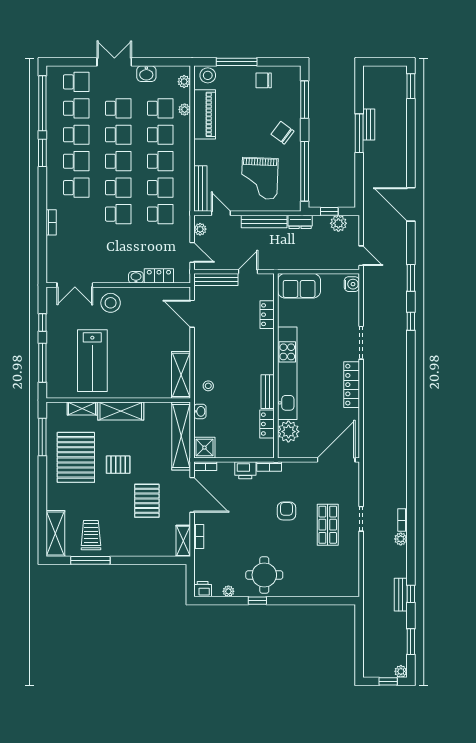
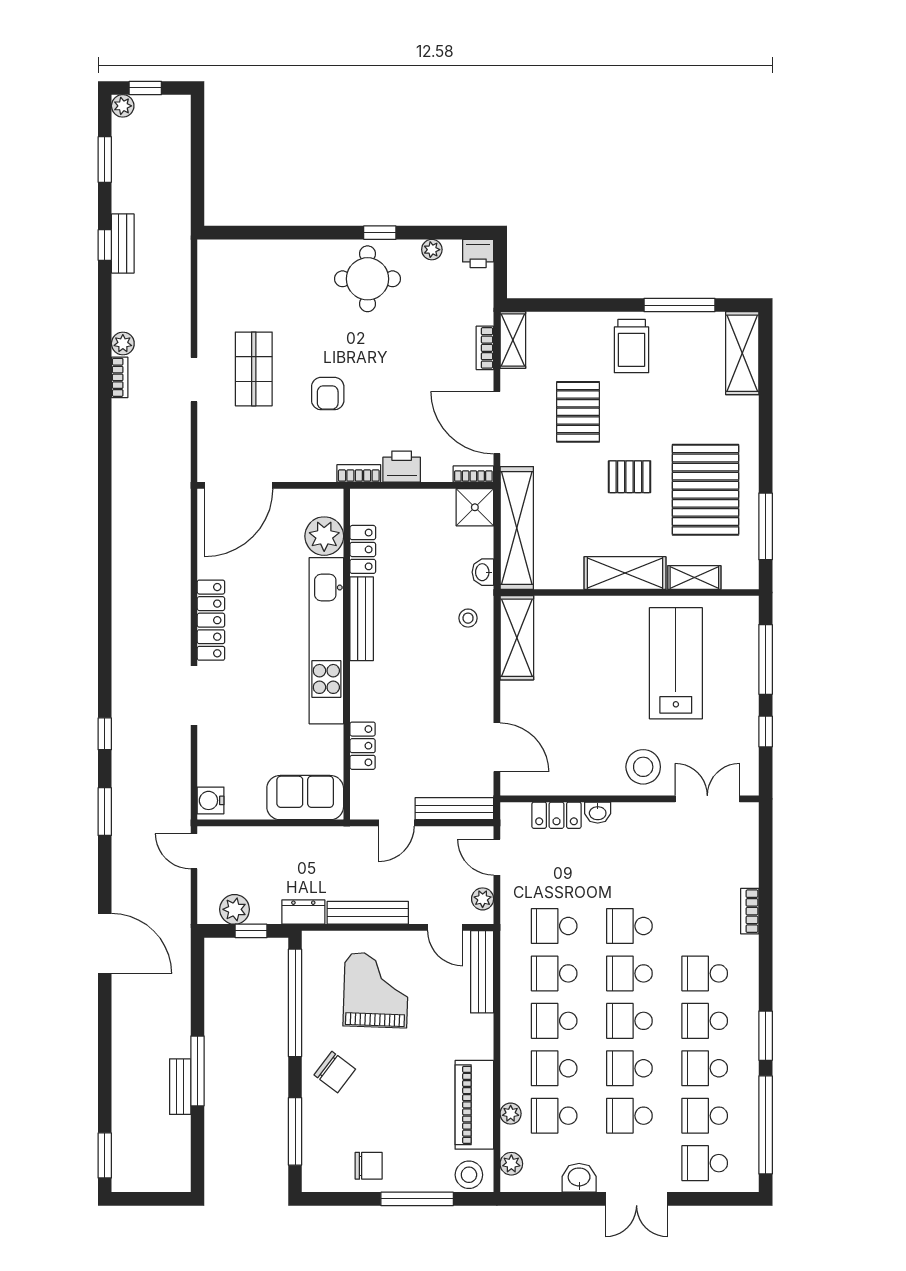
bench: (268, 392) -> (362, 619), width x1.36
trolley: (91, 535) -> (632, 346), moved

